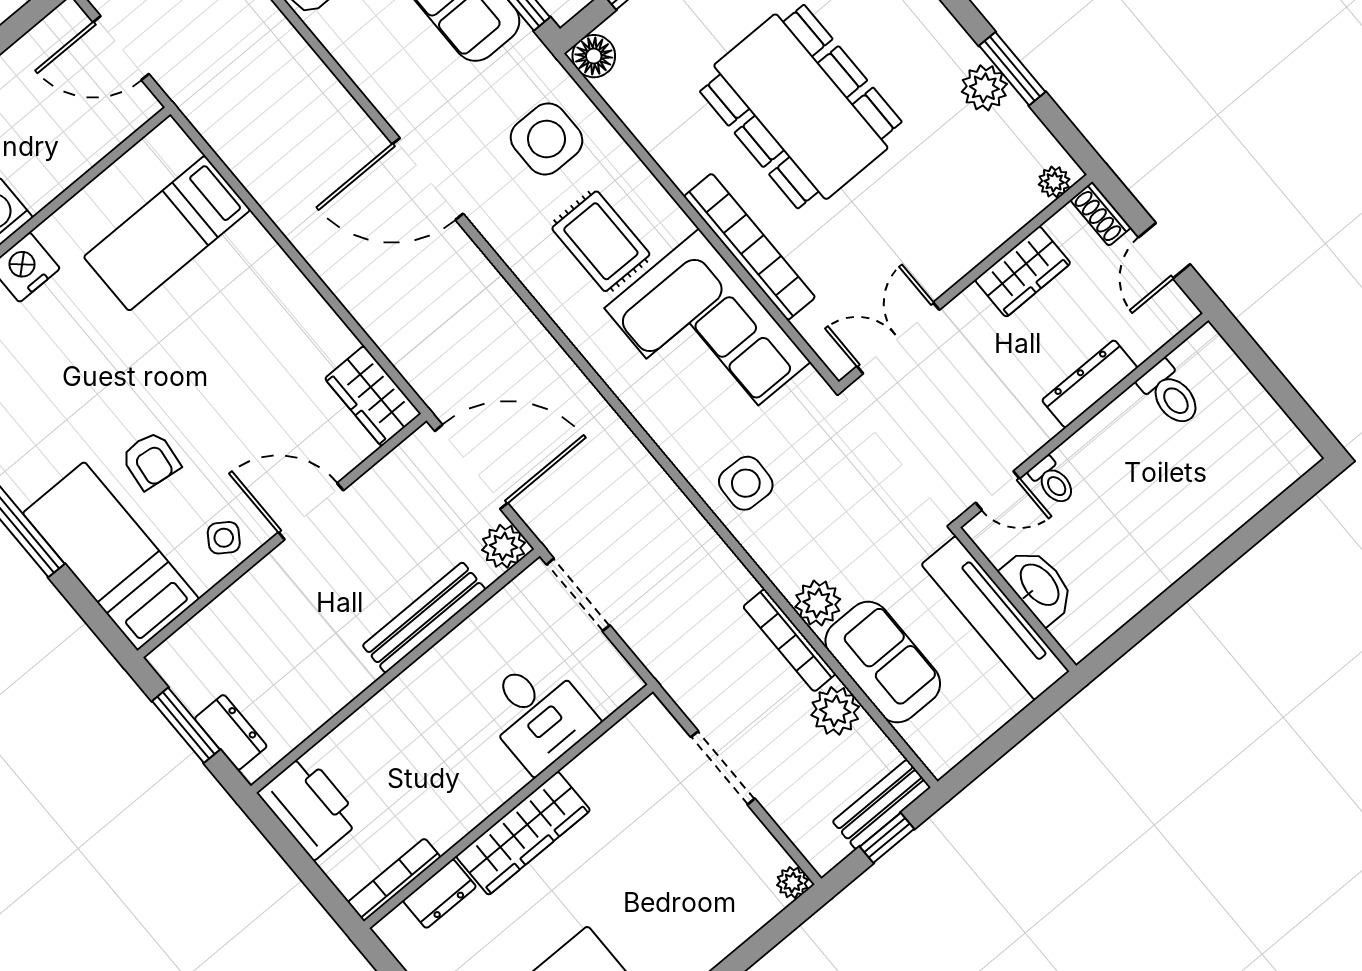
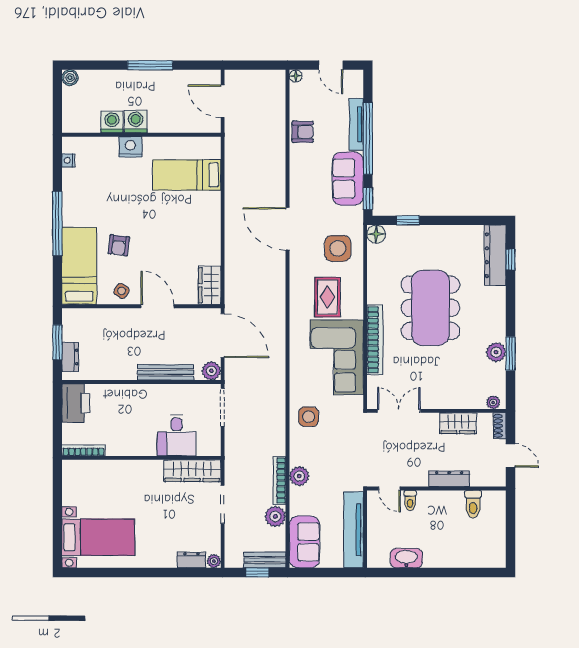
door: (1164, 251) -> (510, 455), swing flipped
washbasin: (1038, 586) -> (406, 558), moved, turned -90
sofa: (883, 662) -> (304, 542), moved
wardrobe: (523, 833) -> (192, 471), moved
dresser: (439, 894) -> (191, 560), moved, turned 180

